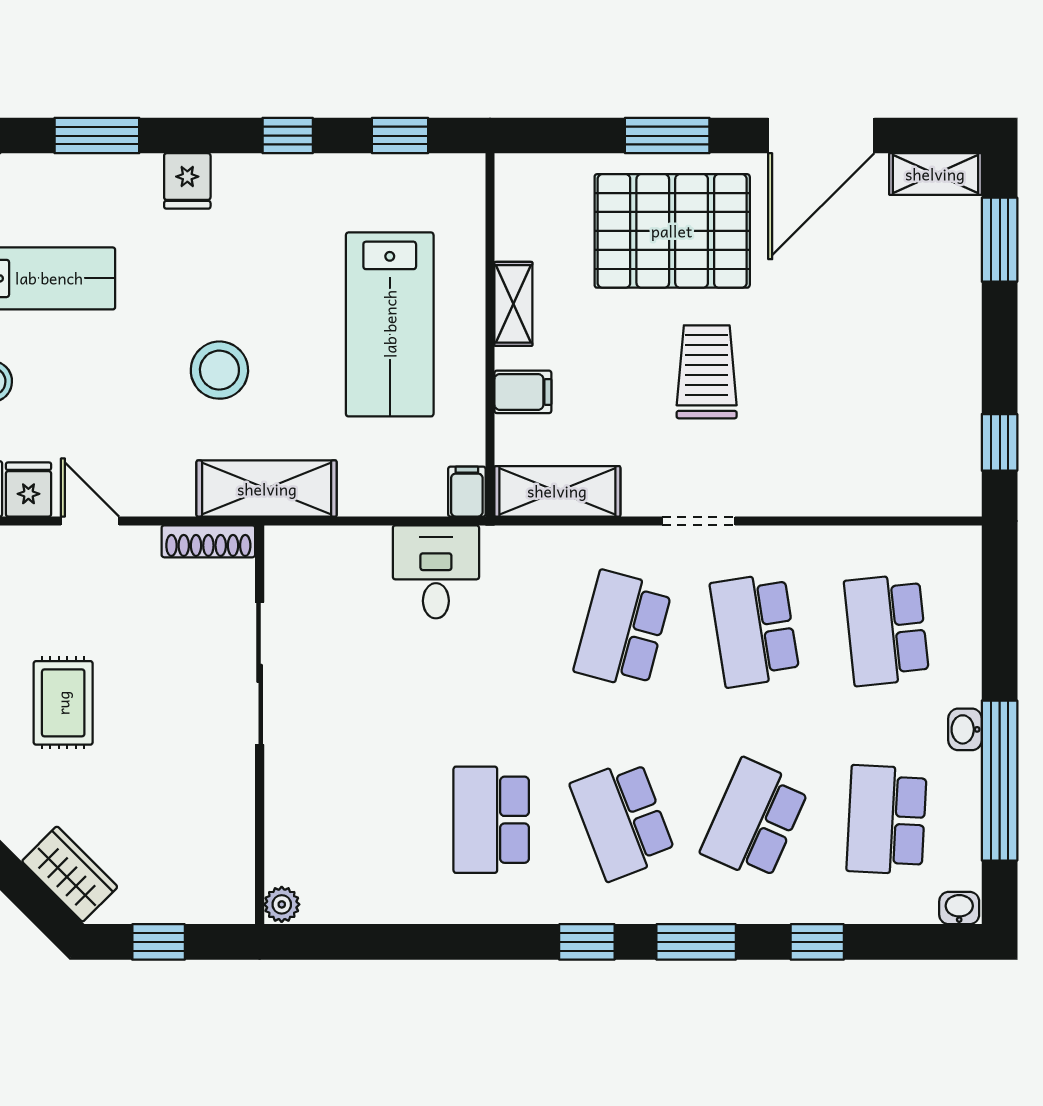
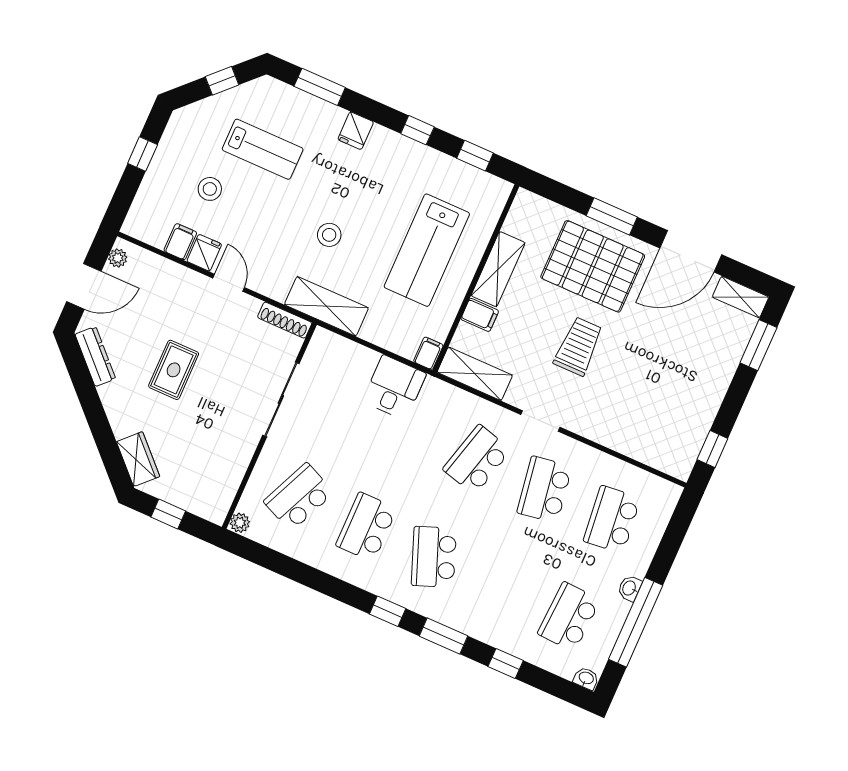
shelving: (513, 304) -> (498, 269), width x1.50, depth x1.33
stool: (219, 370) -> (329, 235), width x0.73, depth x0.73
school desk: (755, 820) -> (299, 497), moved

